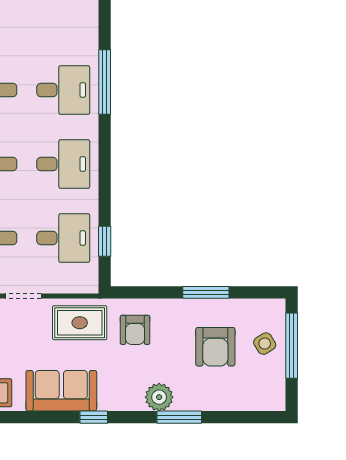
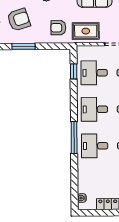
window: (105, 82) -> (74, 137), moved
armchair: (135, 330) -> (58, 28), turned -90
armchair: (215, 347) -> (19, 20), turned 72

